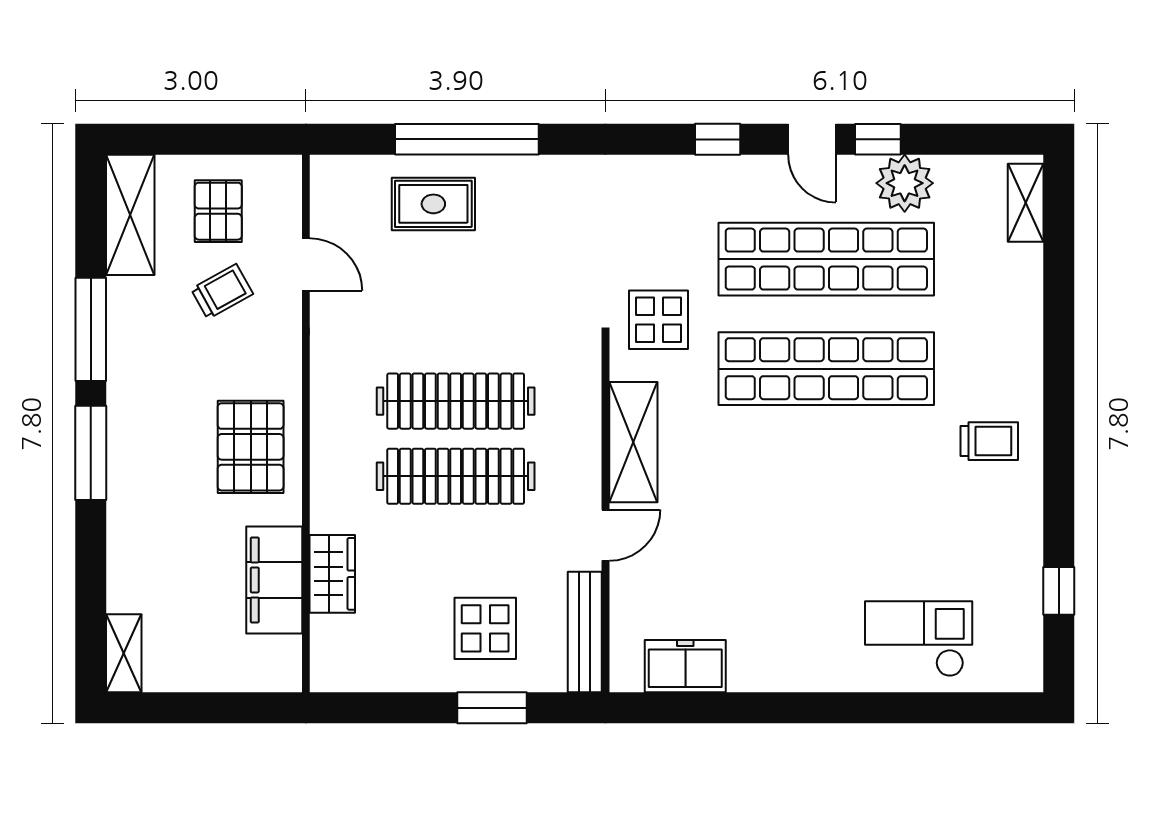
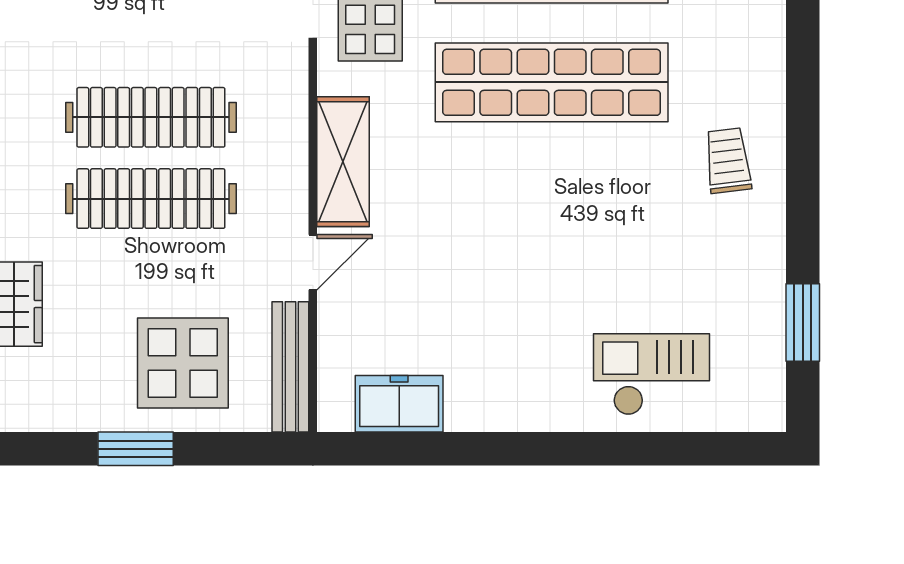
trolley: (989, 441) -> (728, 161), turned -97
window: (1059, 591) -> (803, 322), width x1.50
display table: (485, 628) -> (183, 363), width x1.36, depth x1.36
window: (492, 708) -> (136, 449), moved

